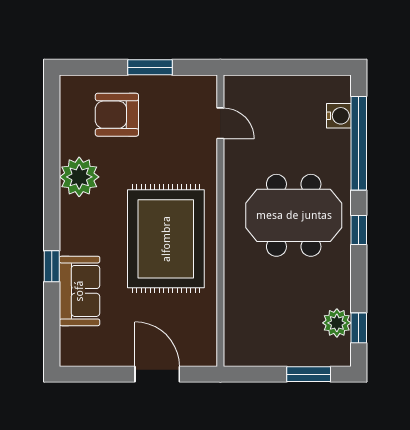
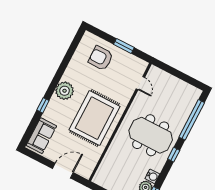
water cooler: (339, 116) -> (152, 176), moved
plant: (79, 177) -> (65, 91), moved
sofa: (79, 291) -> (41, 136), moved
door: (157, 374) -> (63, 171), hinge flipped

